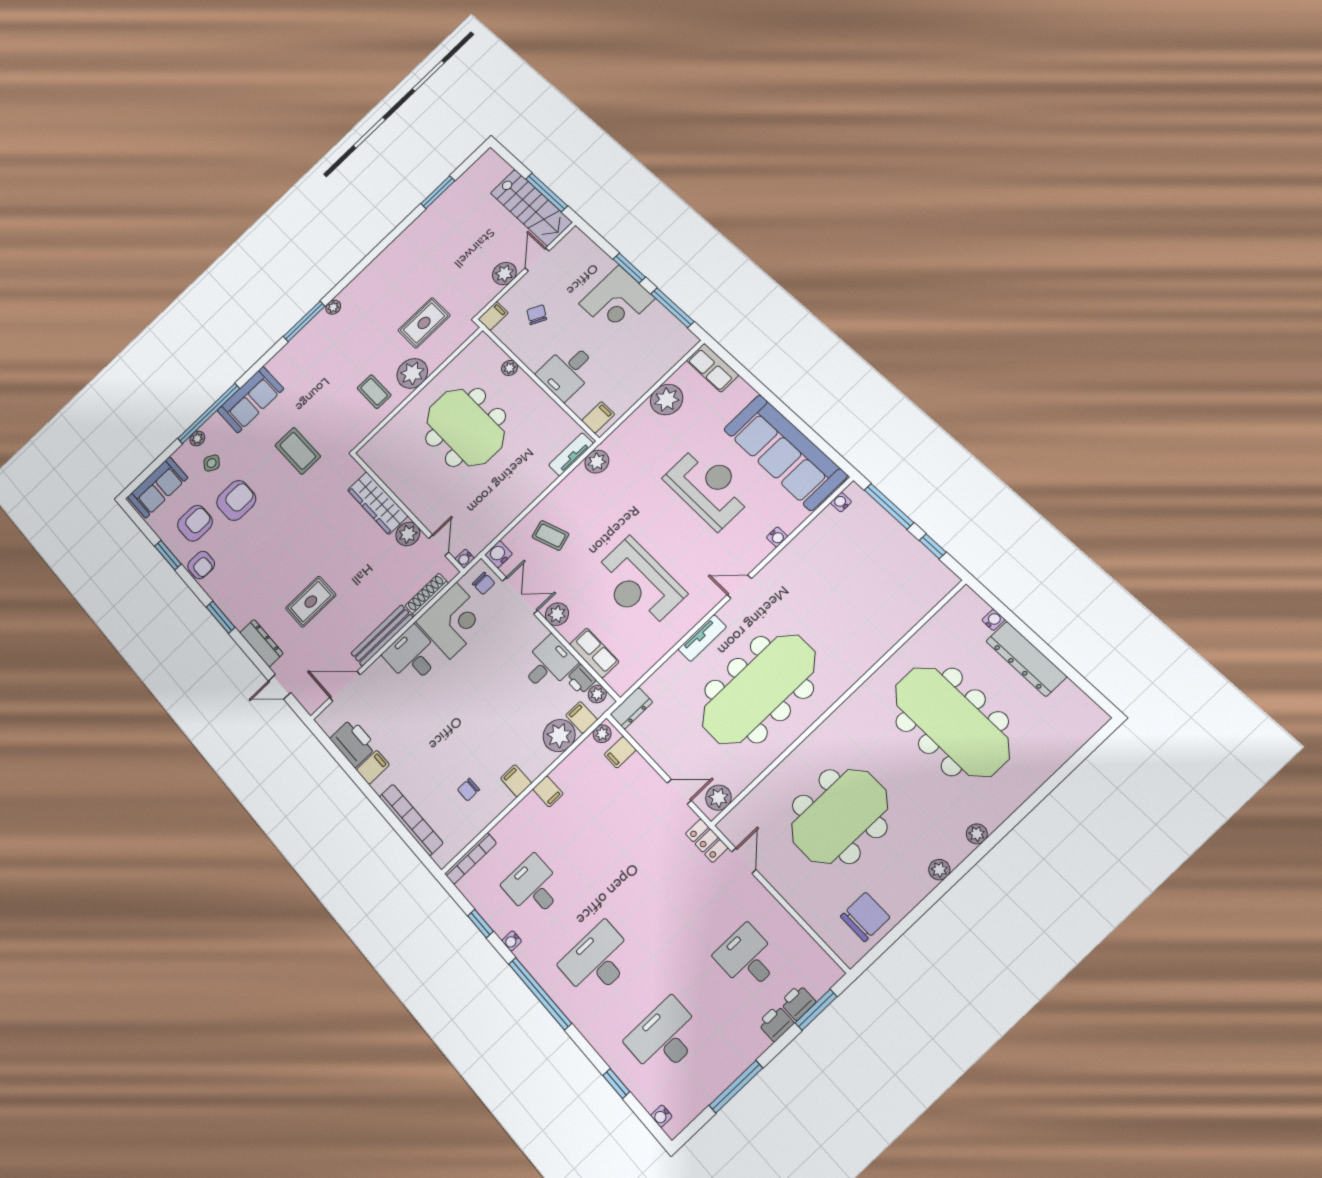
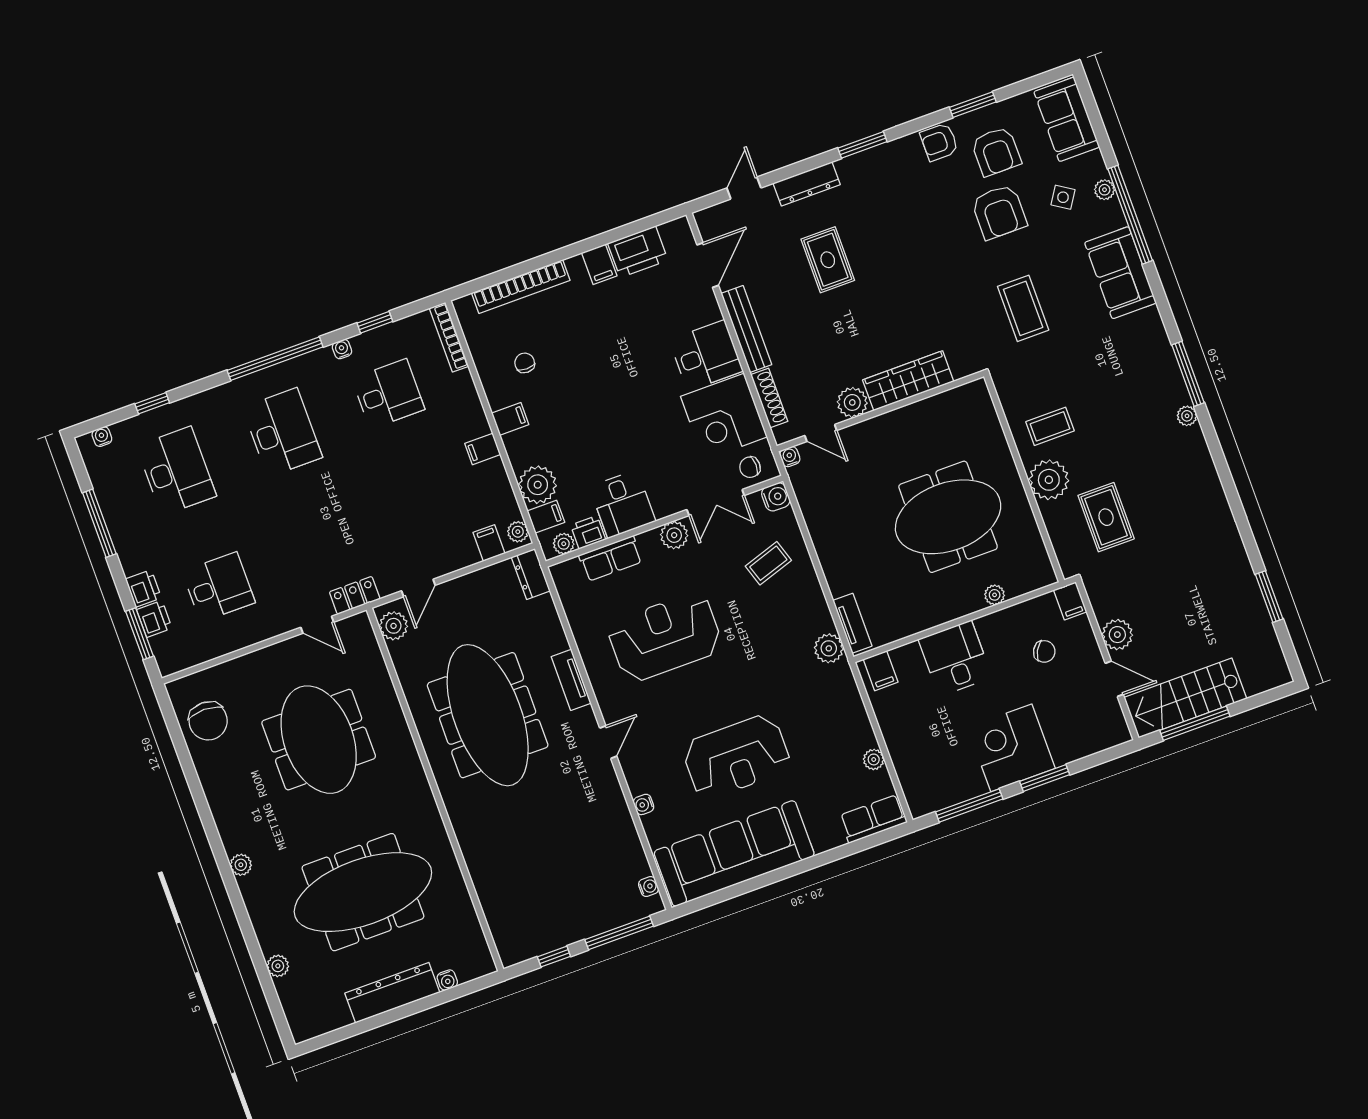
plant: (667, 400) -> (874, 759), width x0.53, depth x0.53
coffee table: (298, 451) -> (1023, 308), turned 90
plant: (939, 870) -> (278, 966), moved

